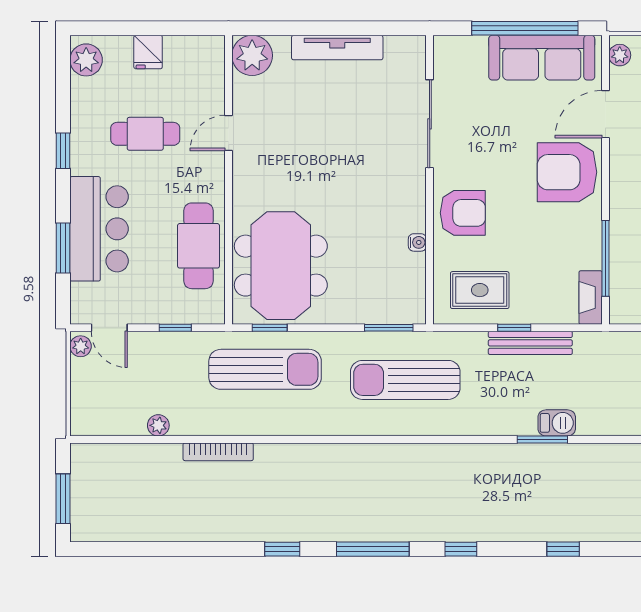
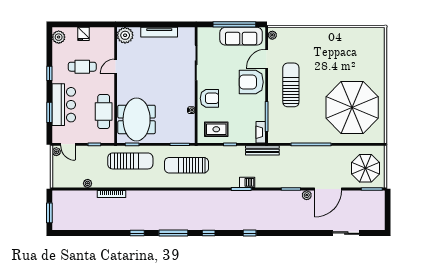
bench: (530, 343) -> (262, 150), moved

